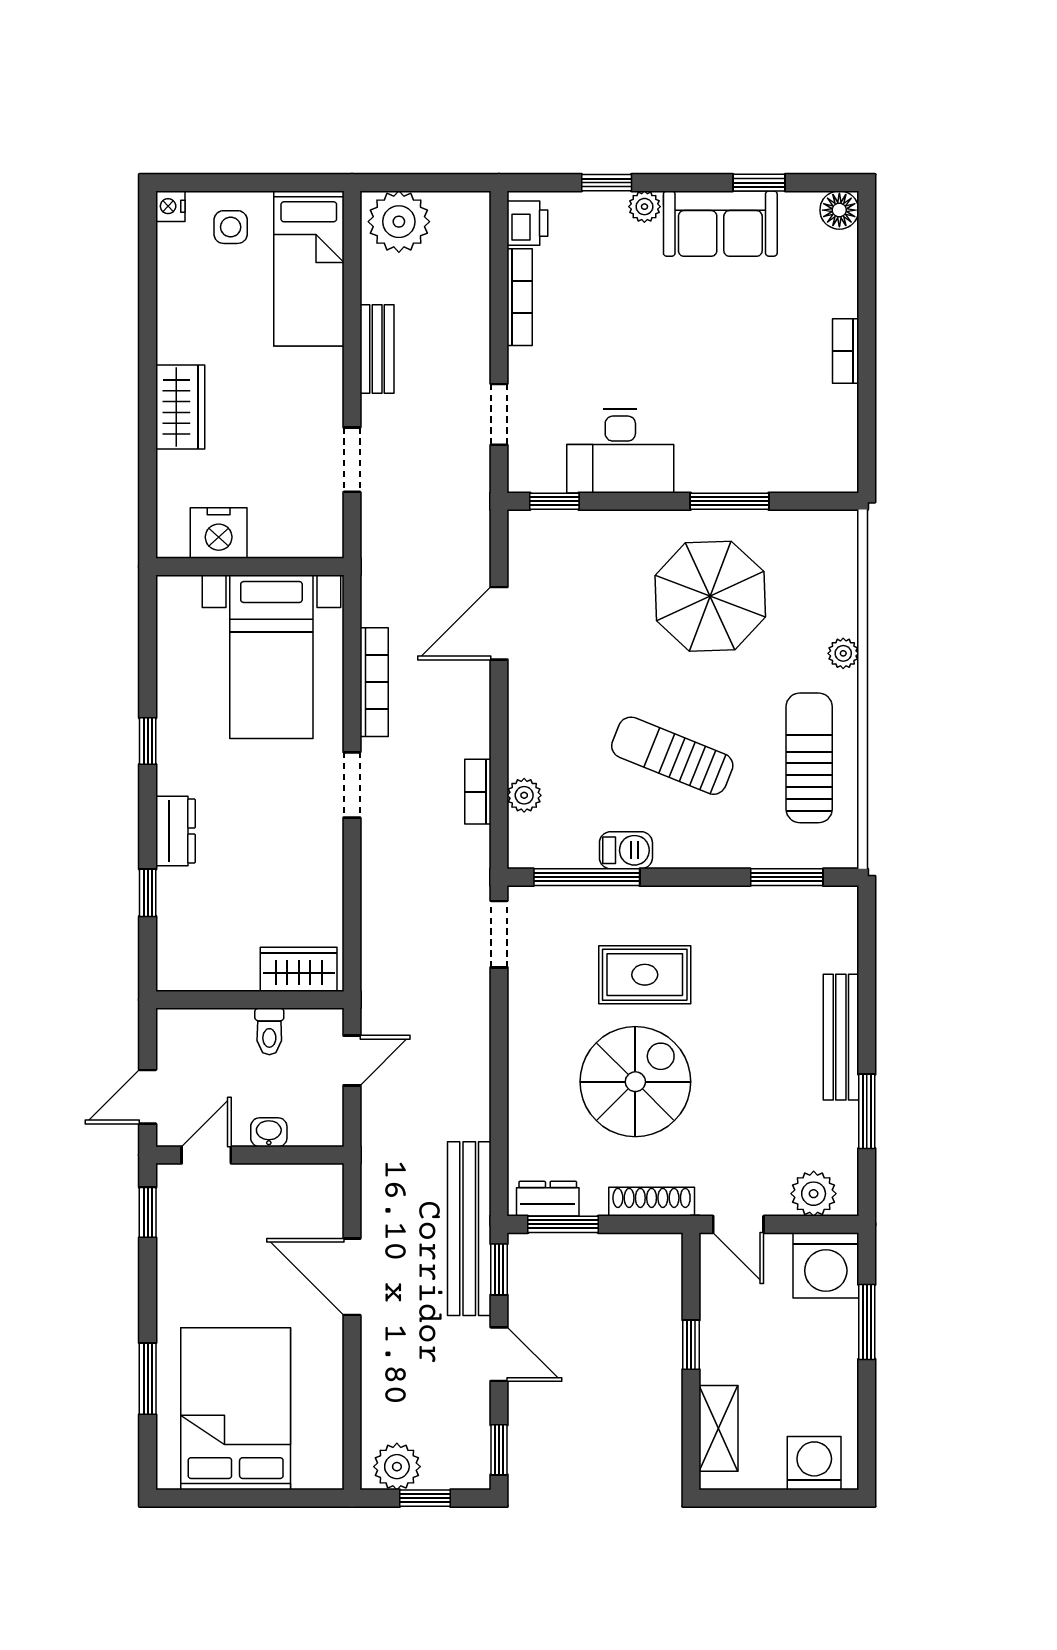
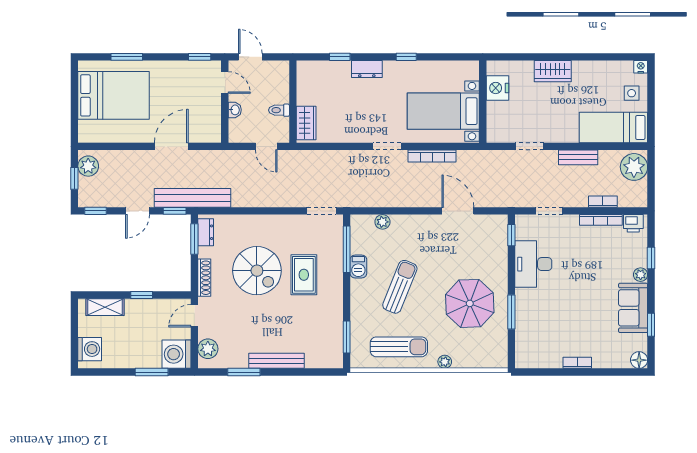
bookcase: (478, 792) -> (603, 202), moved

